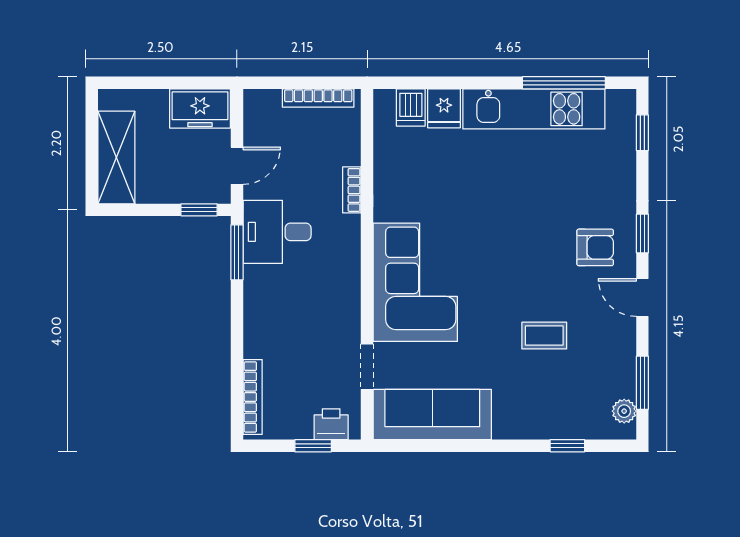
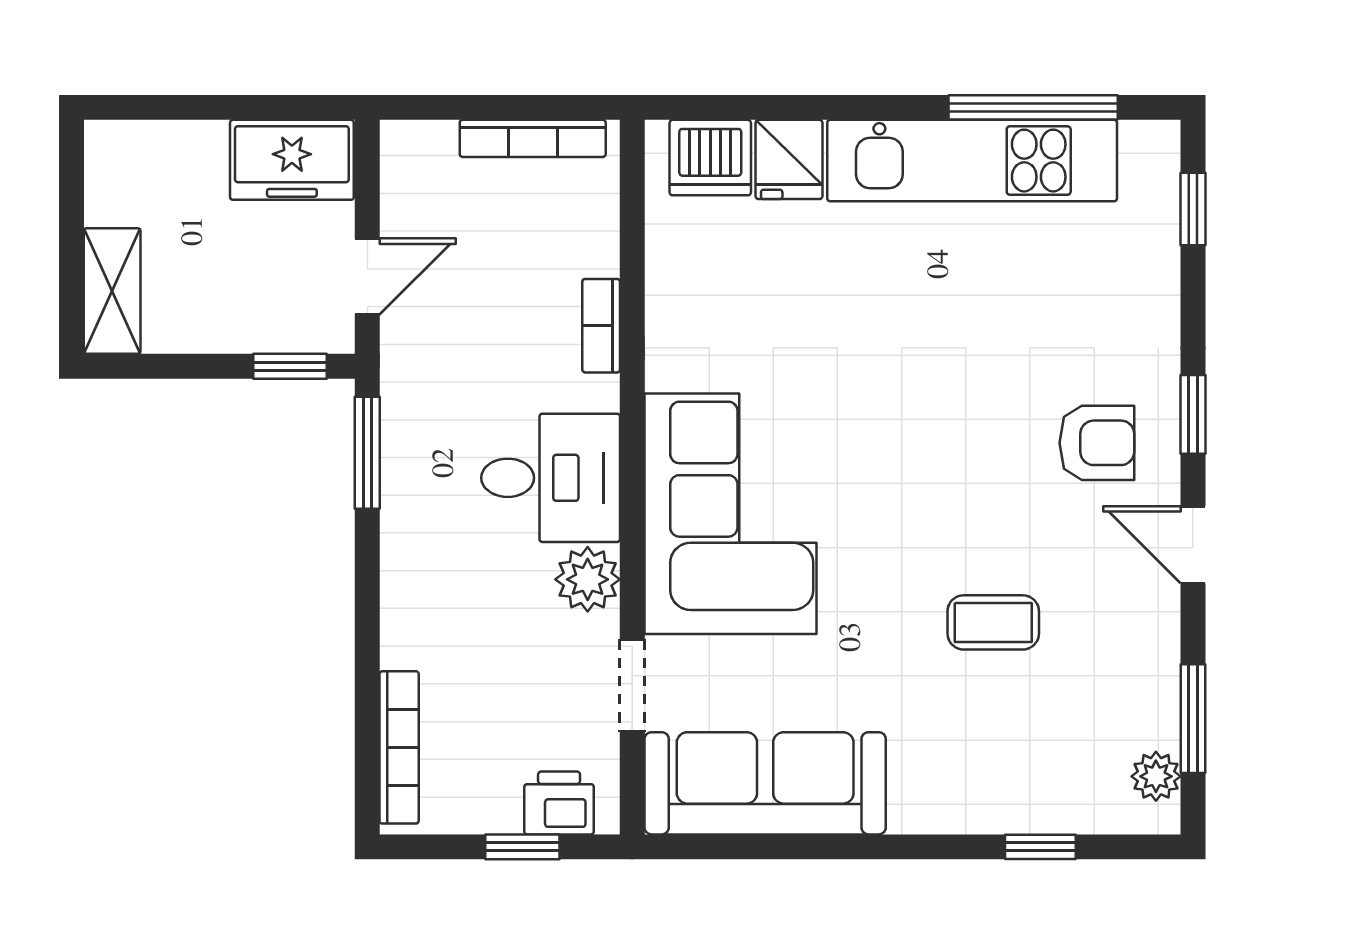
dishwasher: (411, 107) -> (710, 158), width x1.38
shelving: (116, 157) -> (112, 291), width x0.67, depth x0.75
desk: (277, 232) -> (551, 478), moved, turned 180
plant: (345, 314) -> (588, 579), added

